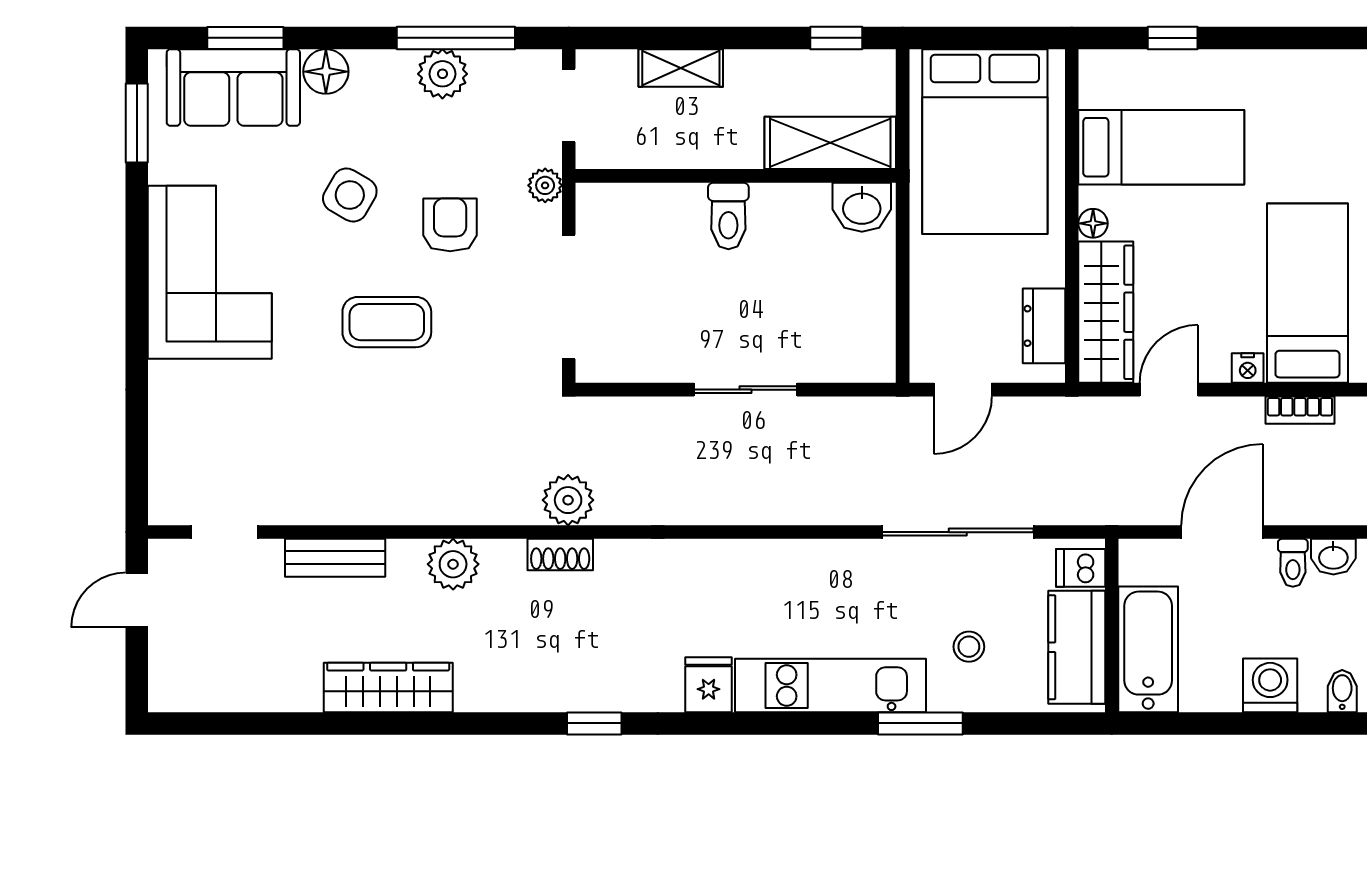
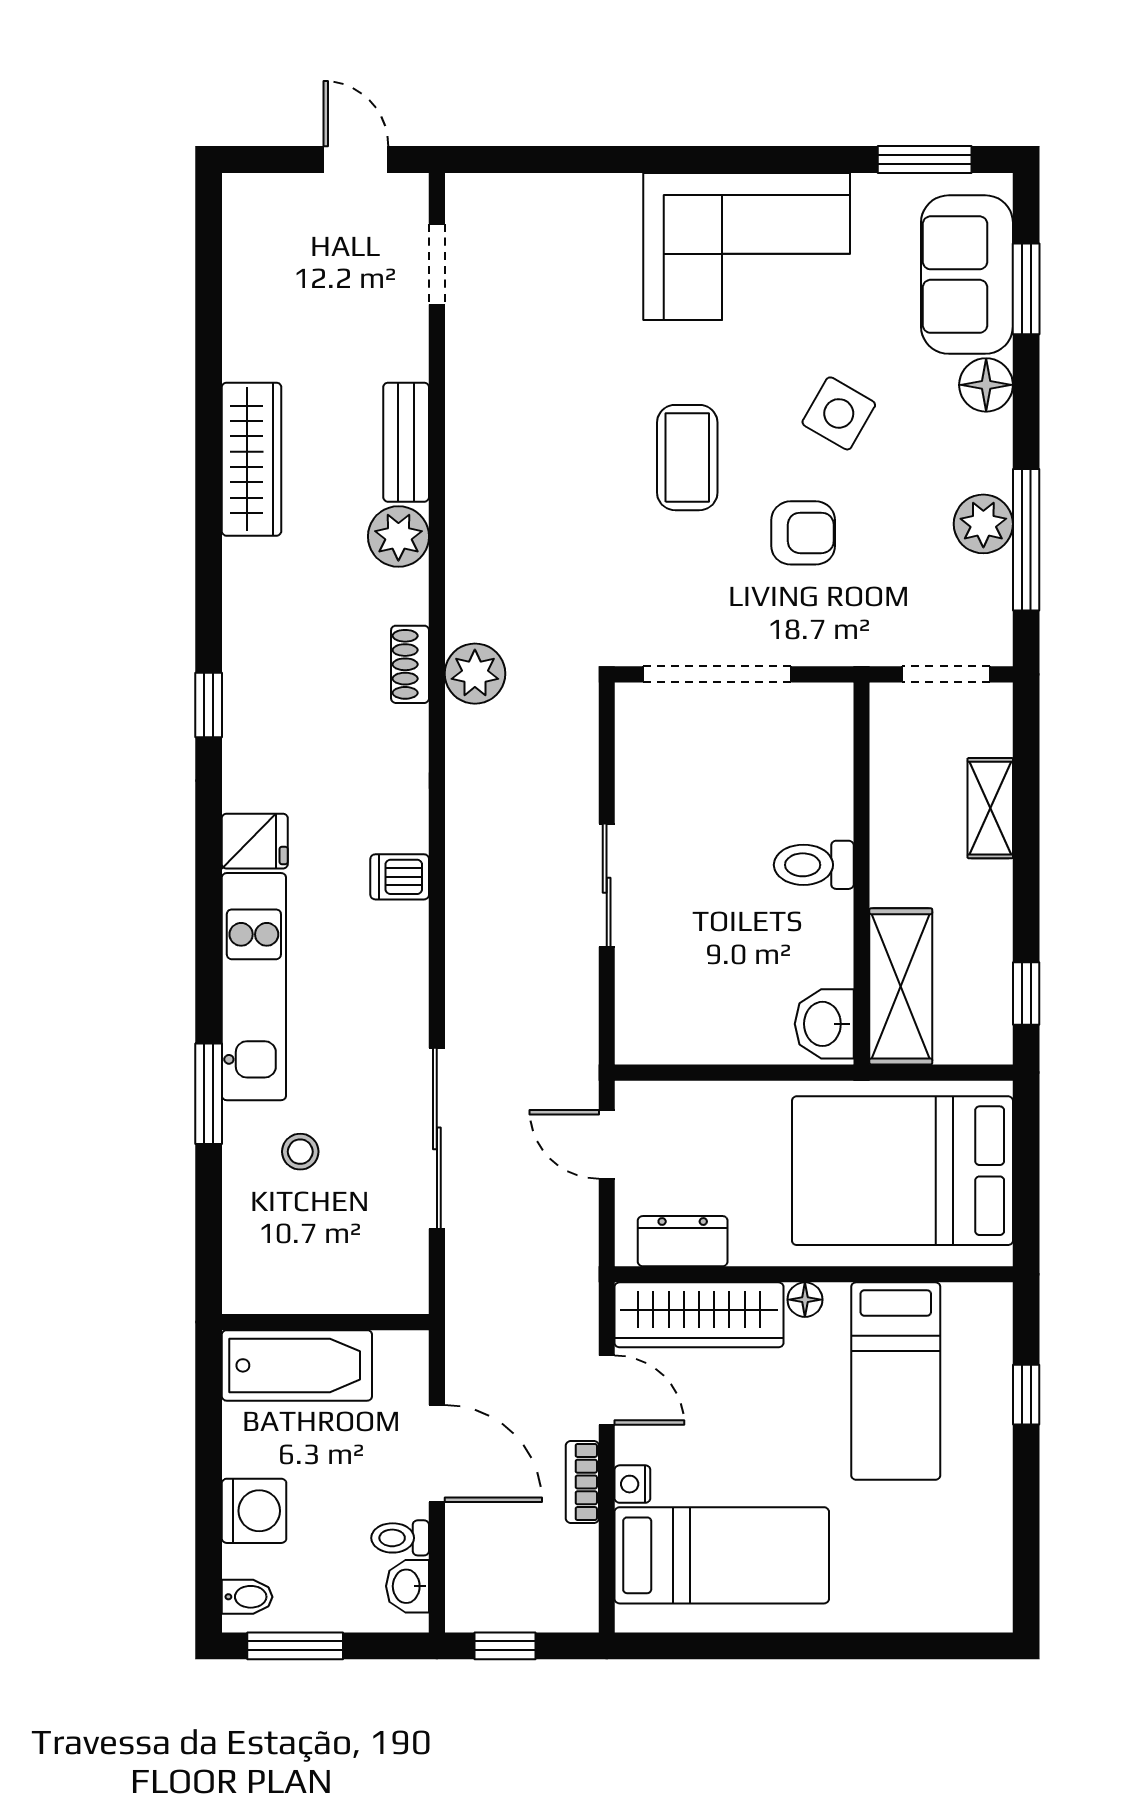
plant: (545, 185) -> (850, 646), removed
bookcase: (1300, 410) -> (582, 1482), moved
bench: (335, 558) -> (406, 442), moved
dishwasher: (1081, 568) -> (400, 877), moved, turned -90
kitchen counter: (1077, 647) -> (299, 1280), removed

